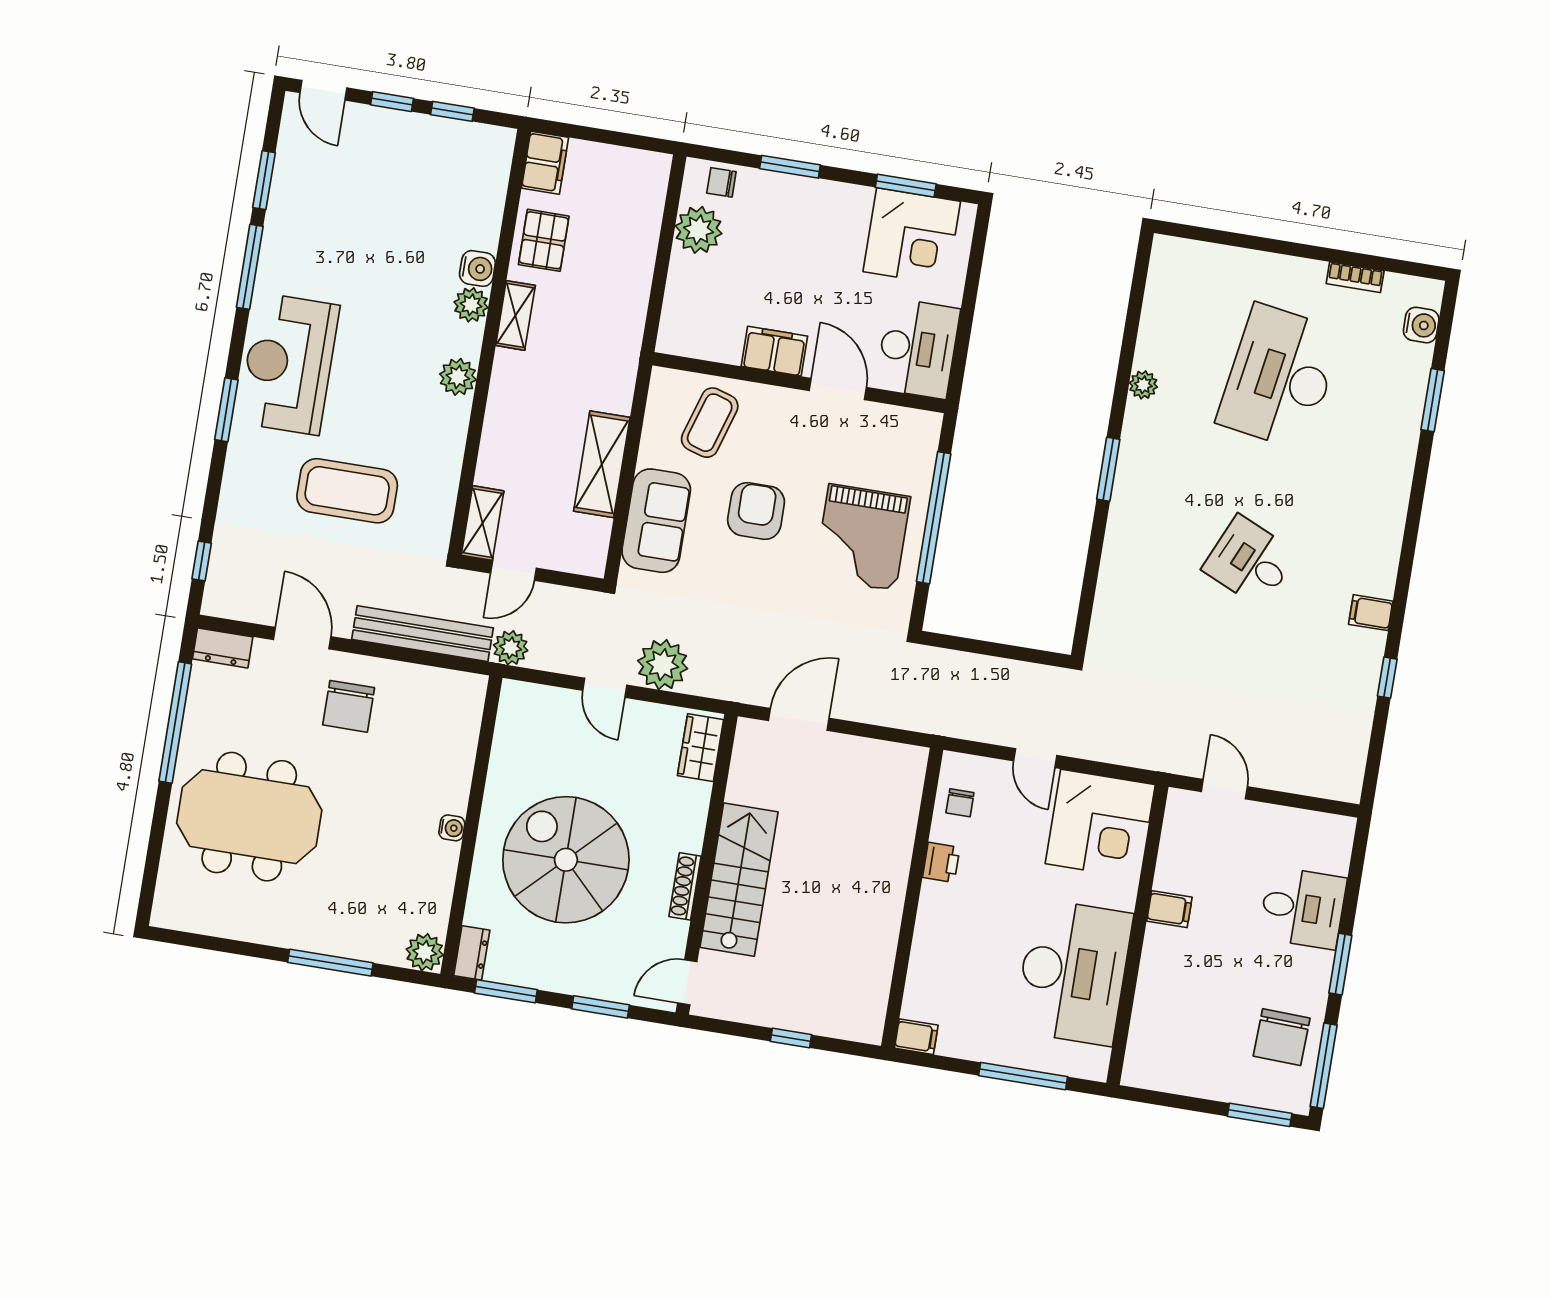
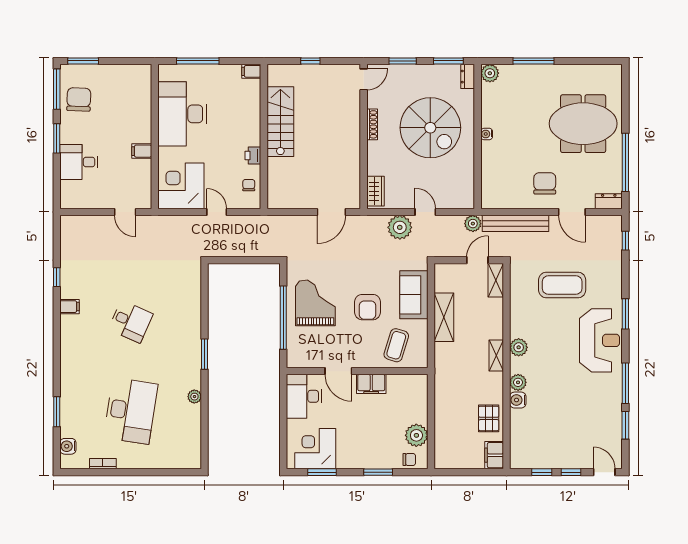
shelving: (515, 315) -> (496, 355), moved
stairs: (739, 880) -> (280, 122), moved, turned 180

